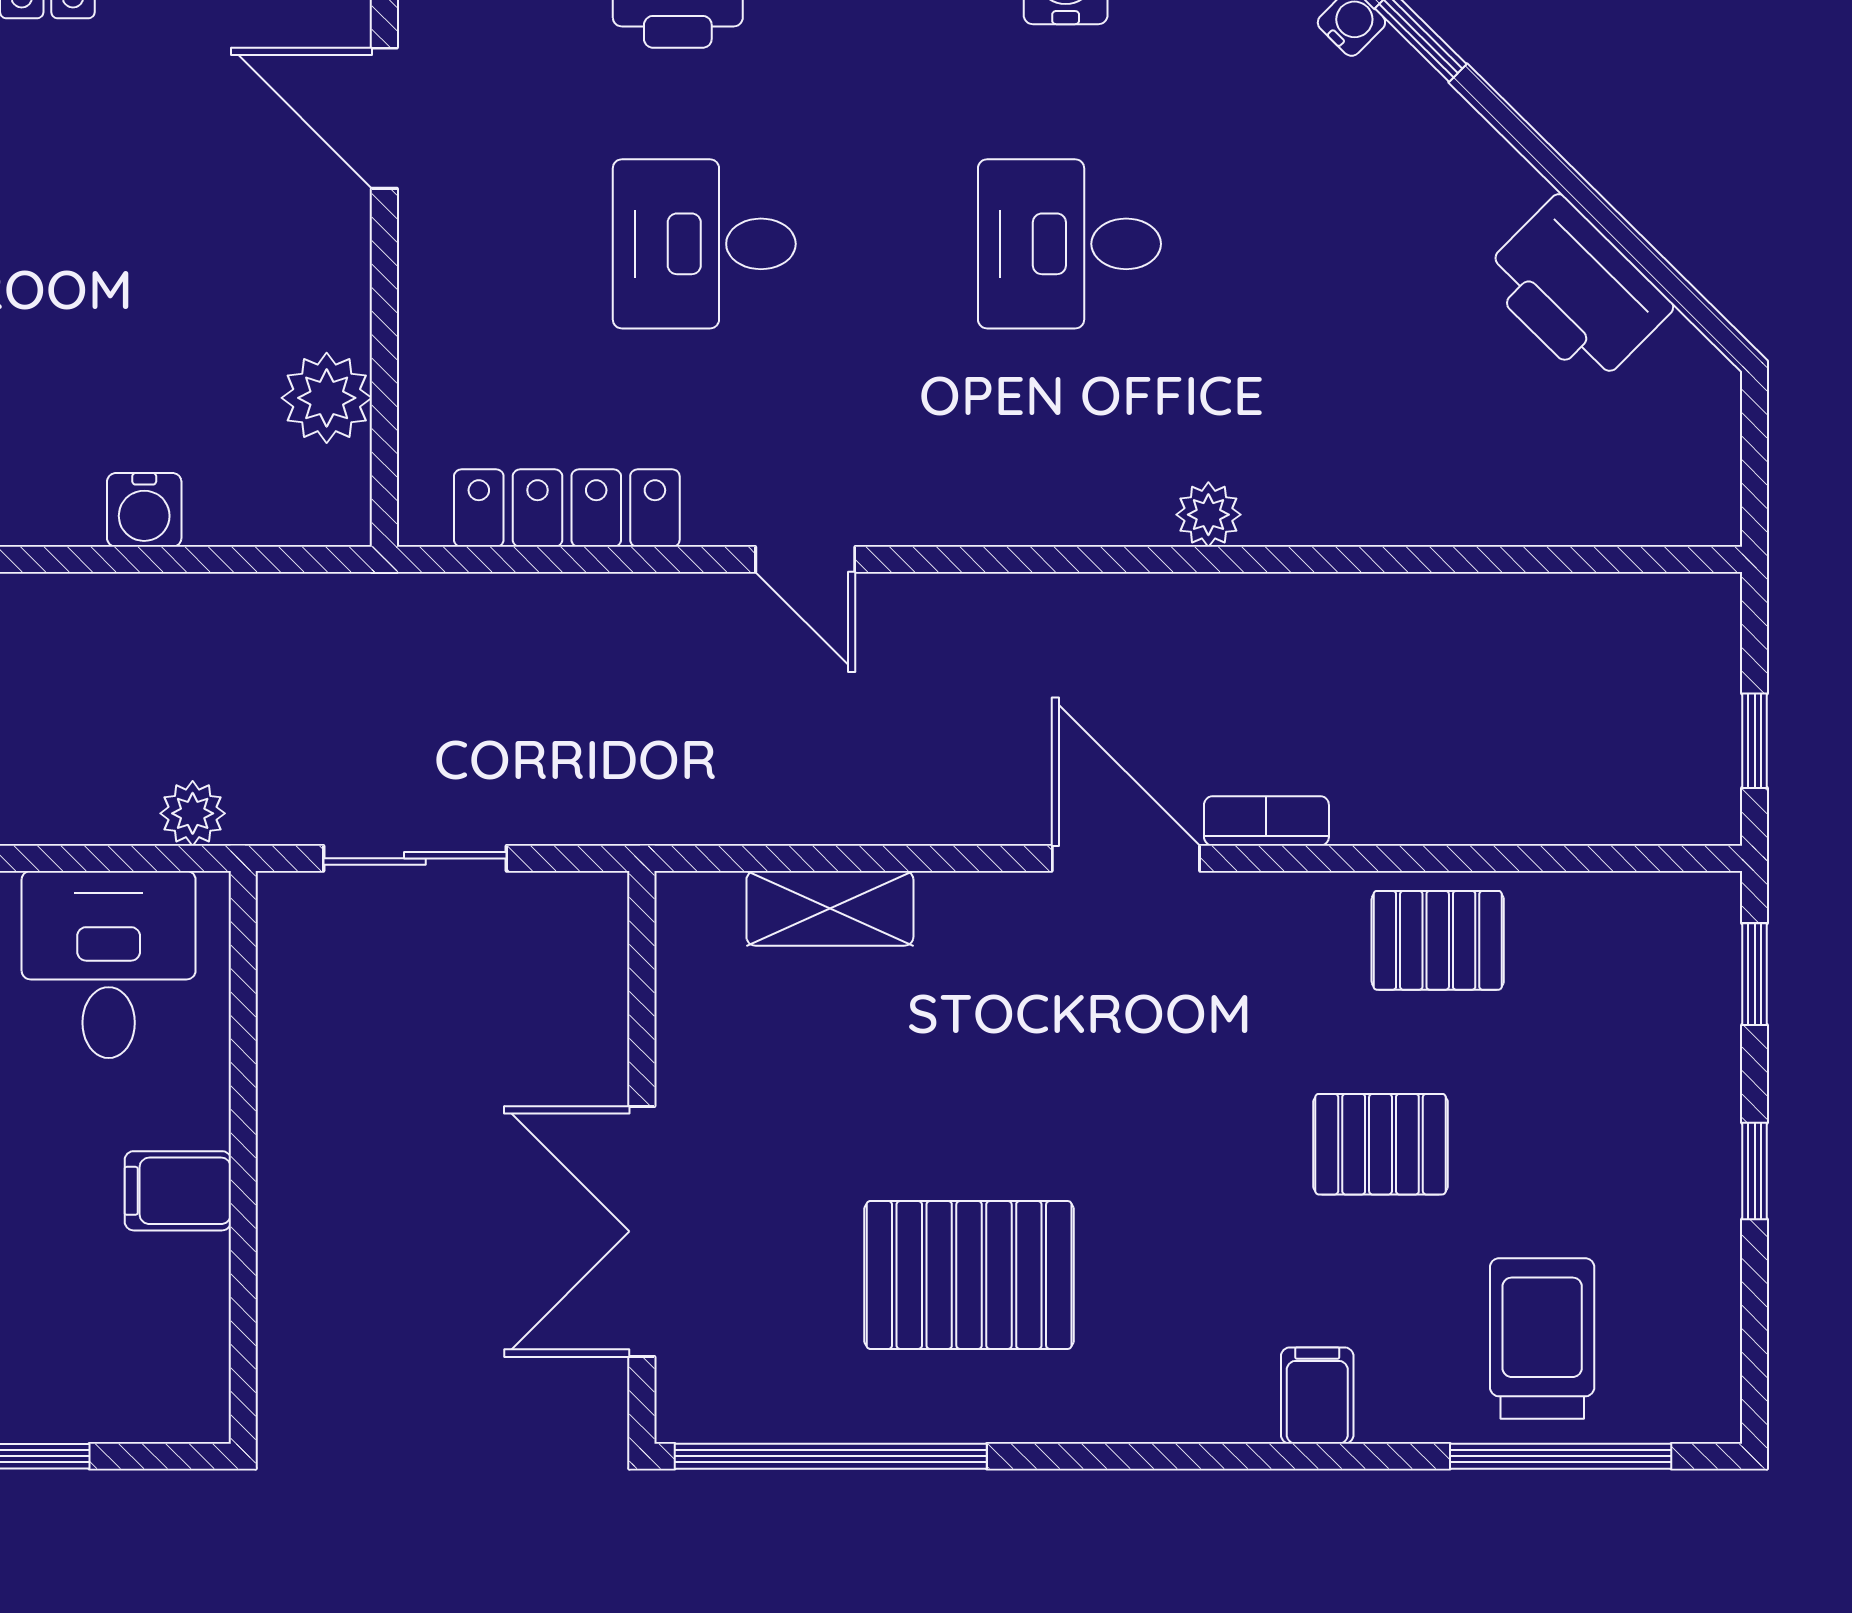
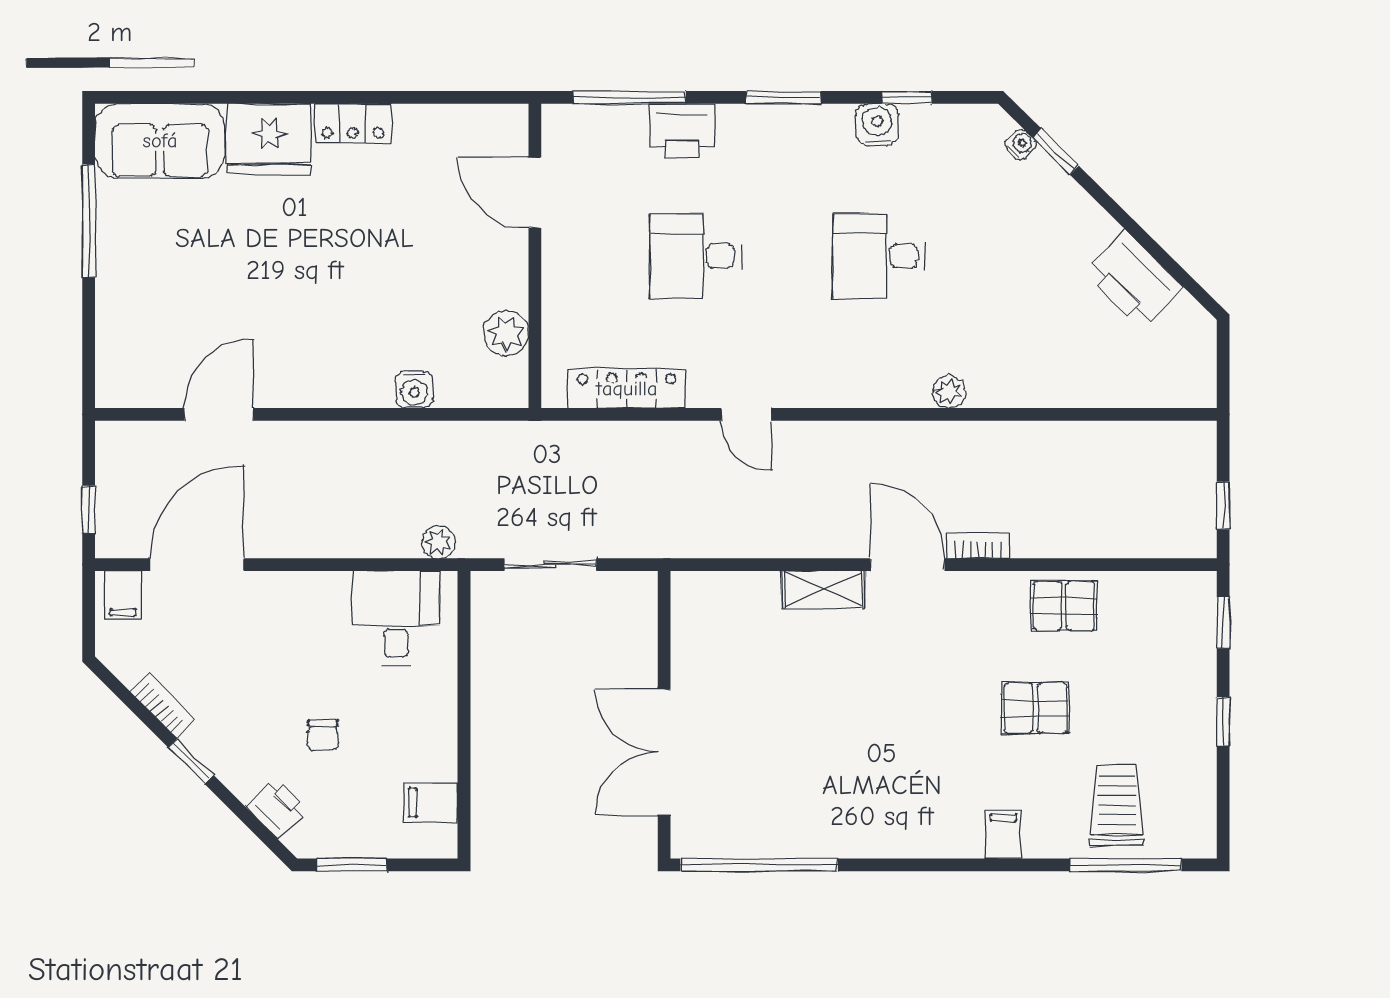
shelving: (830, 908) -> (823, 590), moved
filing cabinet: (178, 1191) -> (431, 803), moved
pallet: (969, 1275) -> (829, 774), removed

